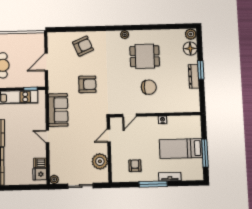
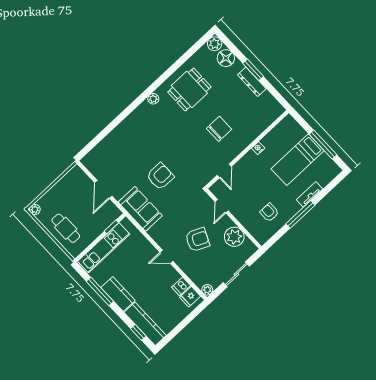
armchair: (83, 46) -> (197, 240), moved, turned 48
dining table: (145, 56) -> (189, 89), moved
sofa: (58, 110) -> (140, 209), moved

